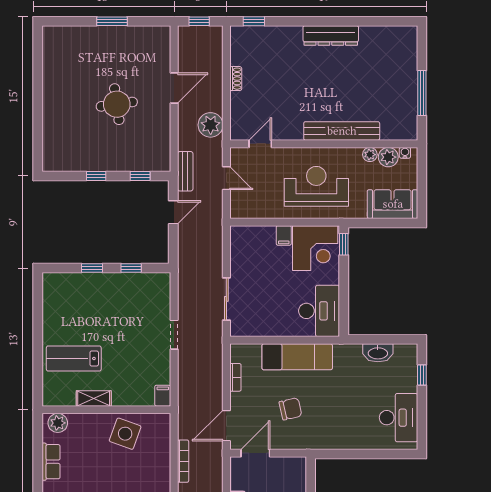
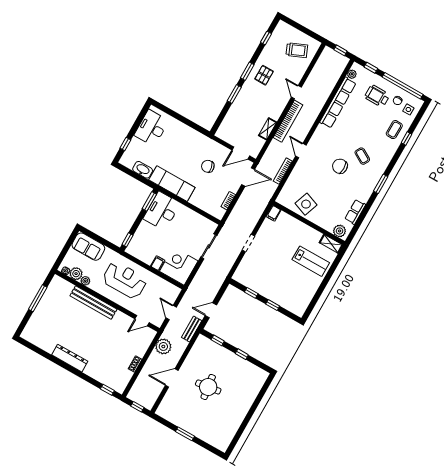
reception desk: (316, 186) -> (125, 280), turned 180
corner desk: (315, 248) -> (179, 266), moved
window: (344, 315) -> (149, 201), added
exam couch: (297, 357) -> (172, 184), moved
shelving: (94, 398) -> (331, 244), moved

